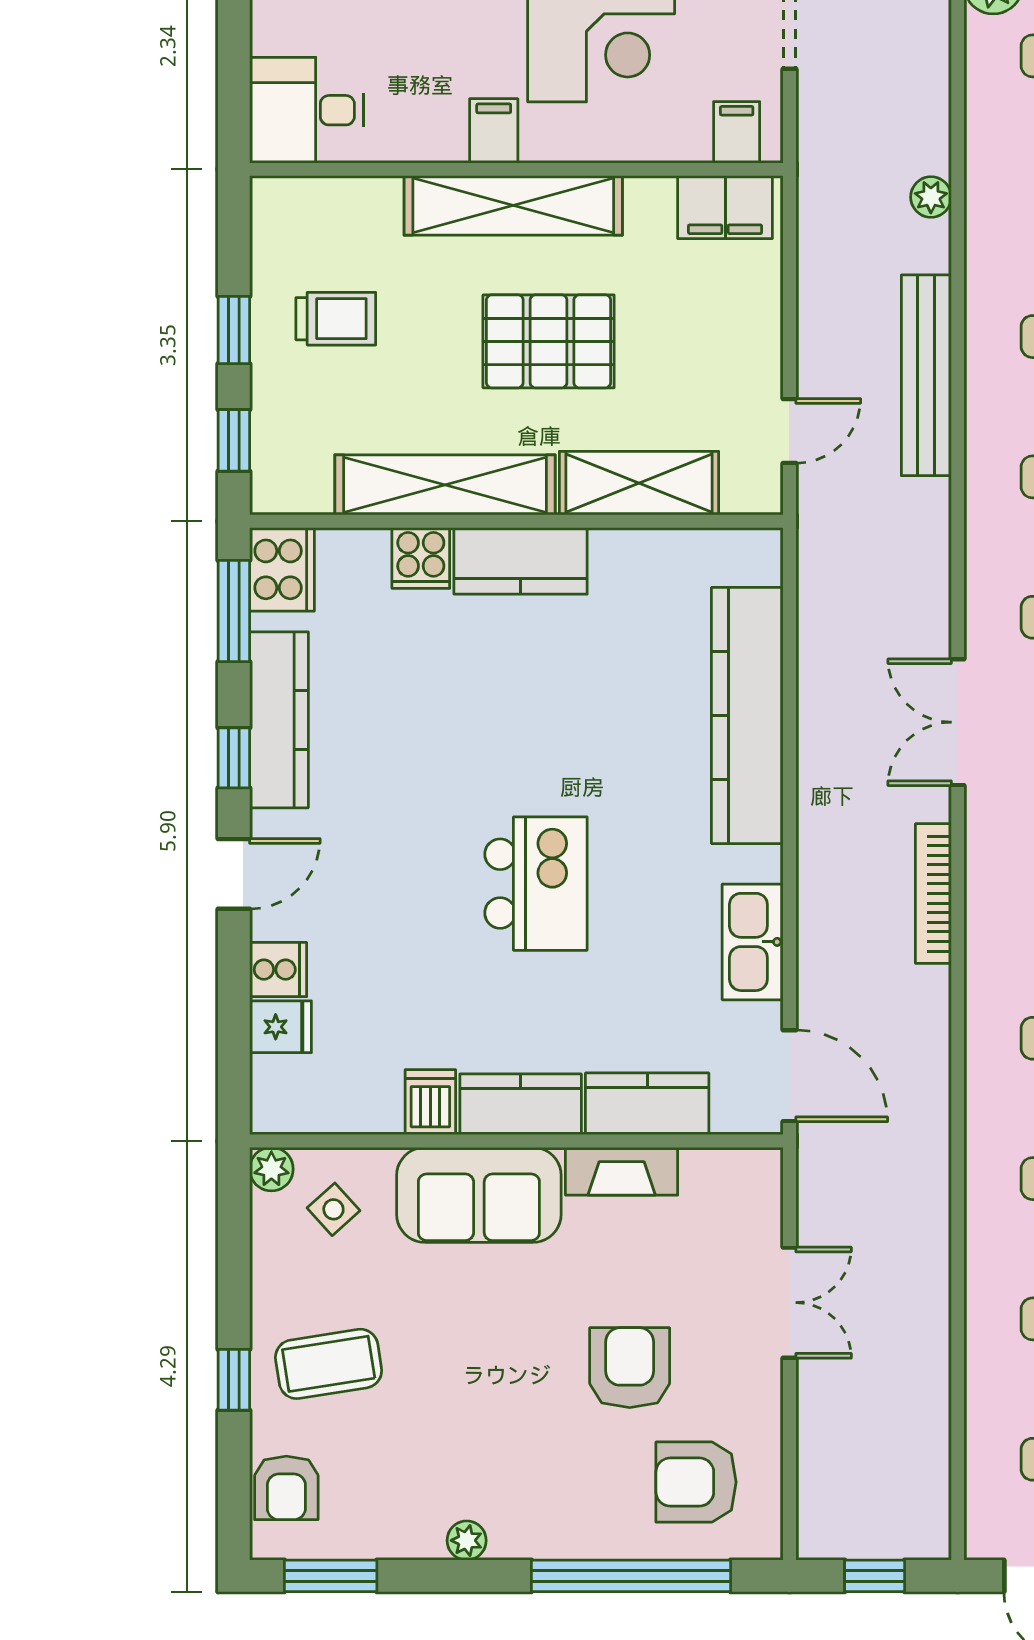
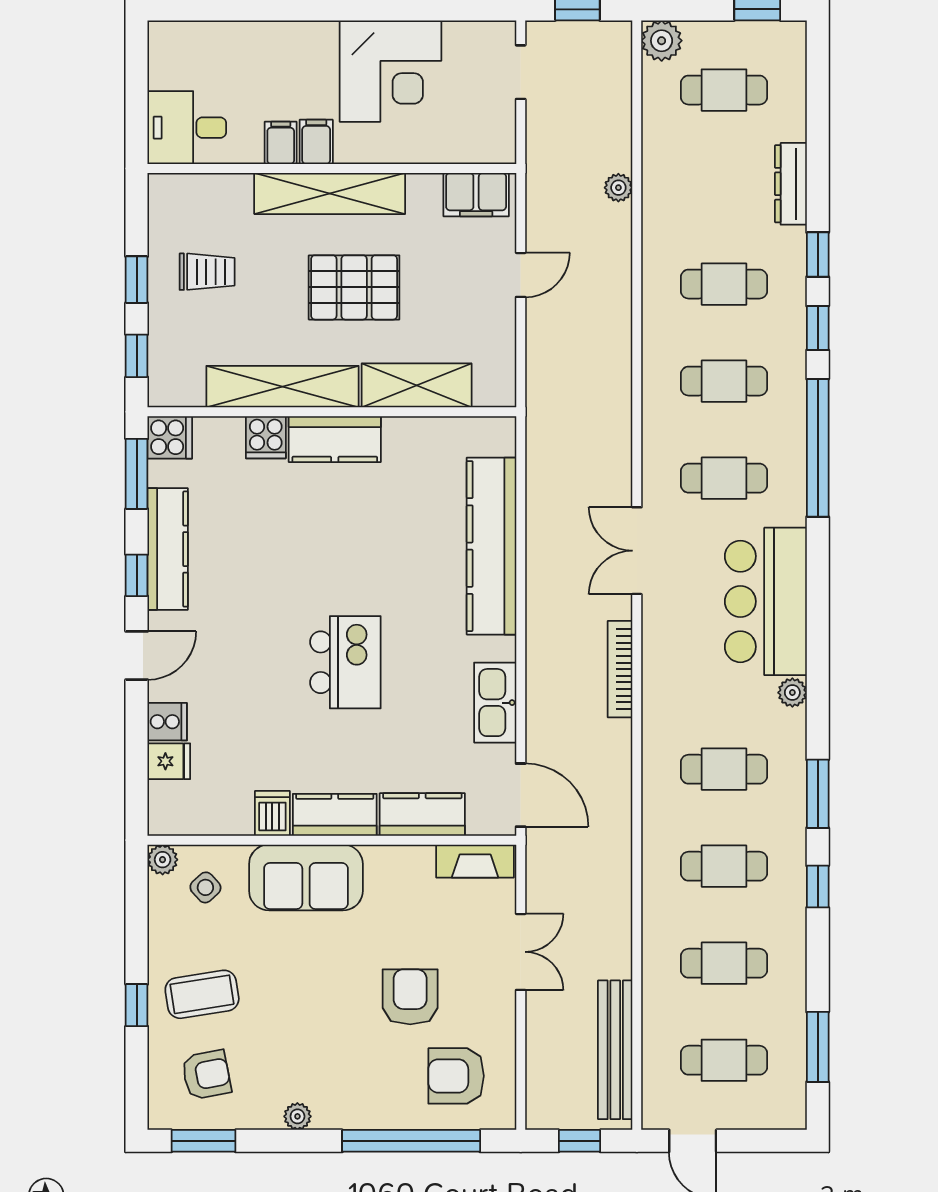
filing cabinet: (737, 132) -> (281, 143), moved
bench: (926, 375) -> (615, 1050), moved
door: (789, 431) -> (521, 275), moved
cooker: (282, 569) -> (170, 437), width x0.73
fireplace: (622, 1171) -> (475, 861), moved
armchair: (286, 1488) -> (206, 1075), moved, turned -101

